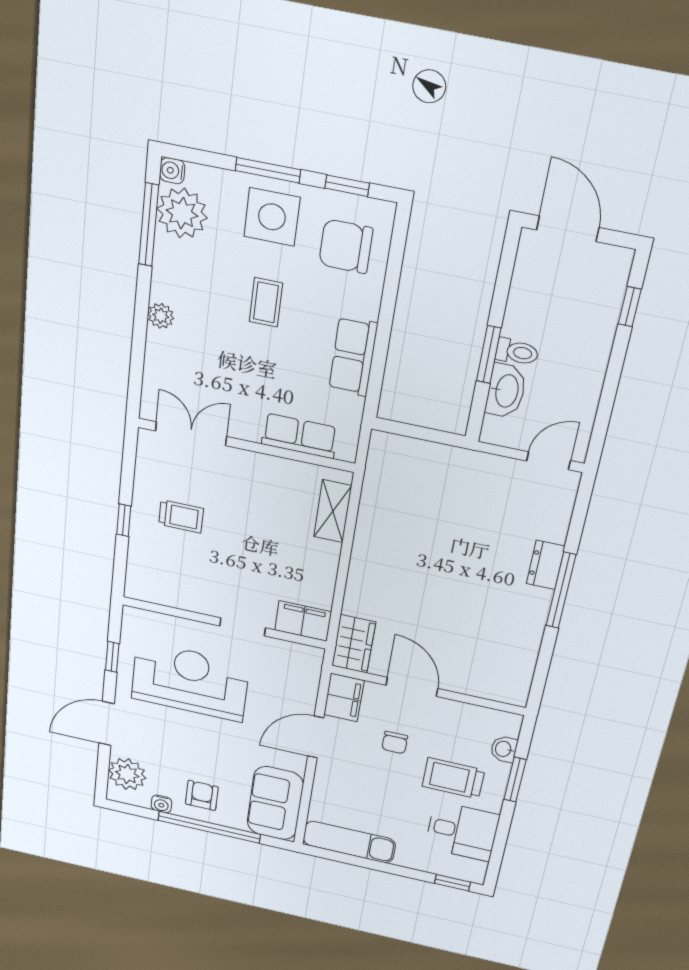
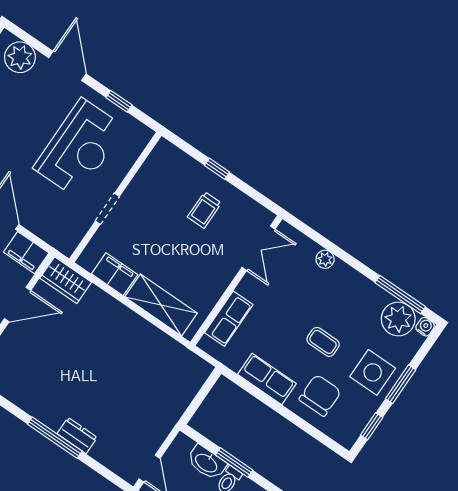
chair: (346, 246) -> (320, 395), moved
plant: (161, 316) -> (325, 259), moved
shelving: (333, 511) -> (161, 305), width x1.50, depth x1.33
filing cabinet: (303, 621) -> (115, 274), moved, turned -90

